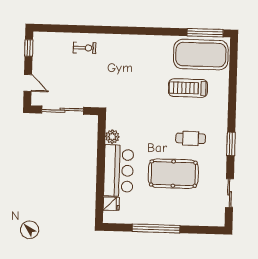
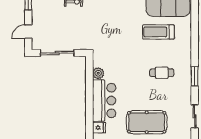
door: (28, 83) -> (28, 32), swing flipped
pool table: (173, 174) -> (147, 122), moved

